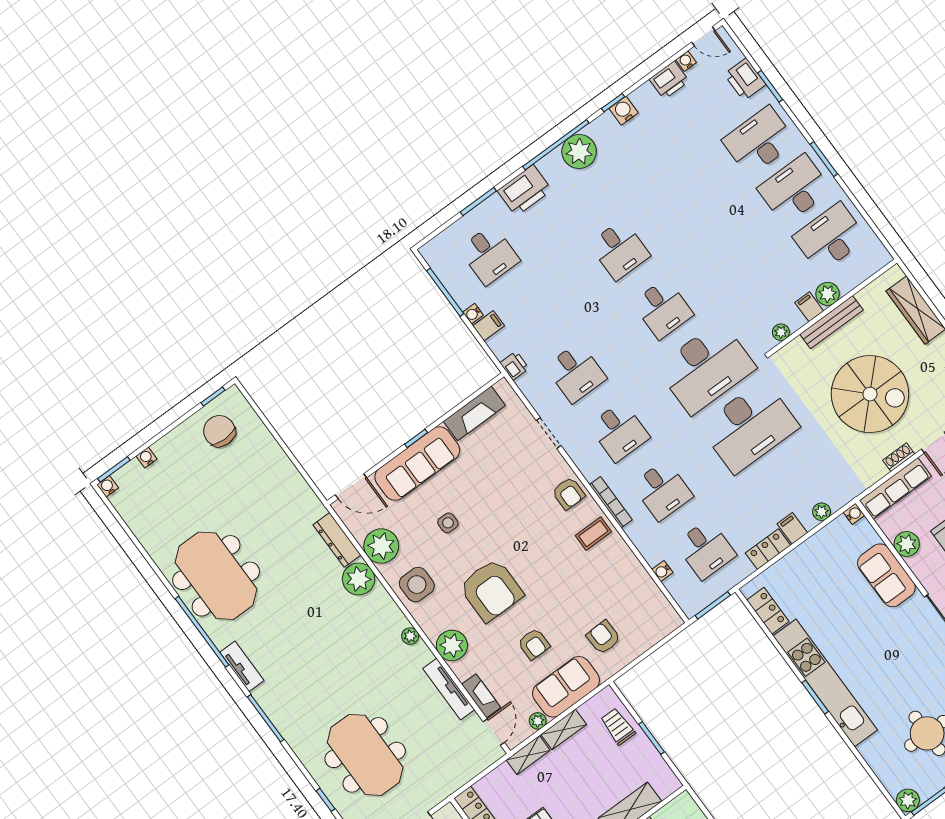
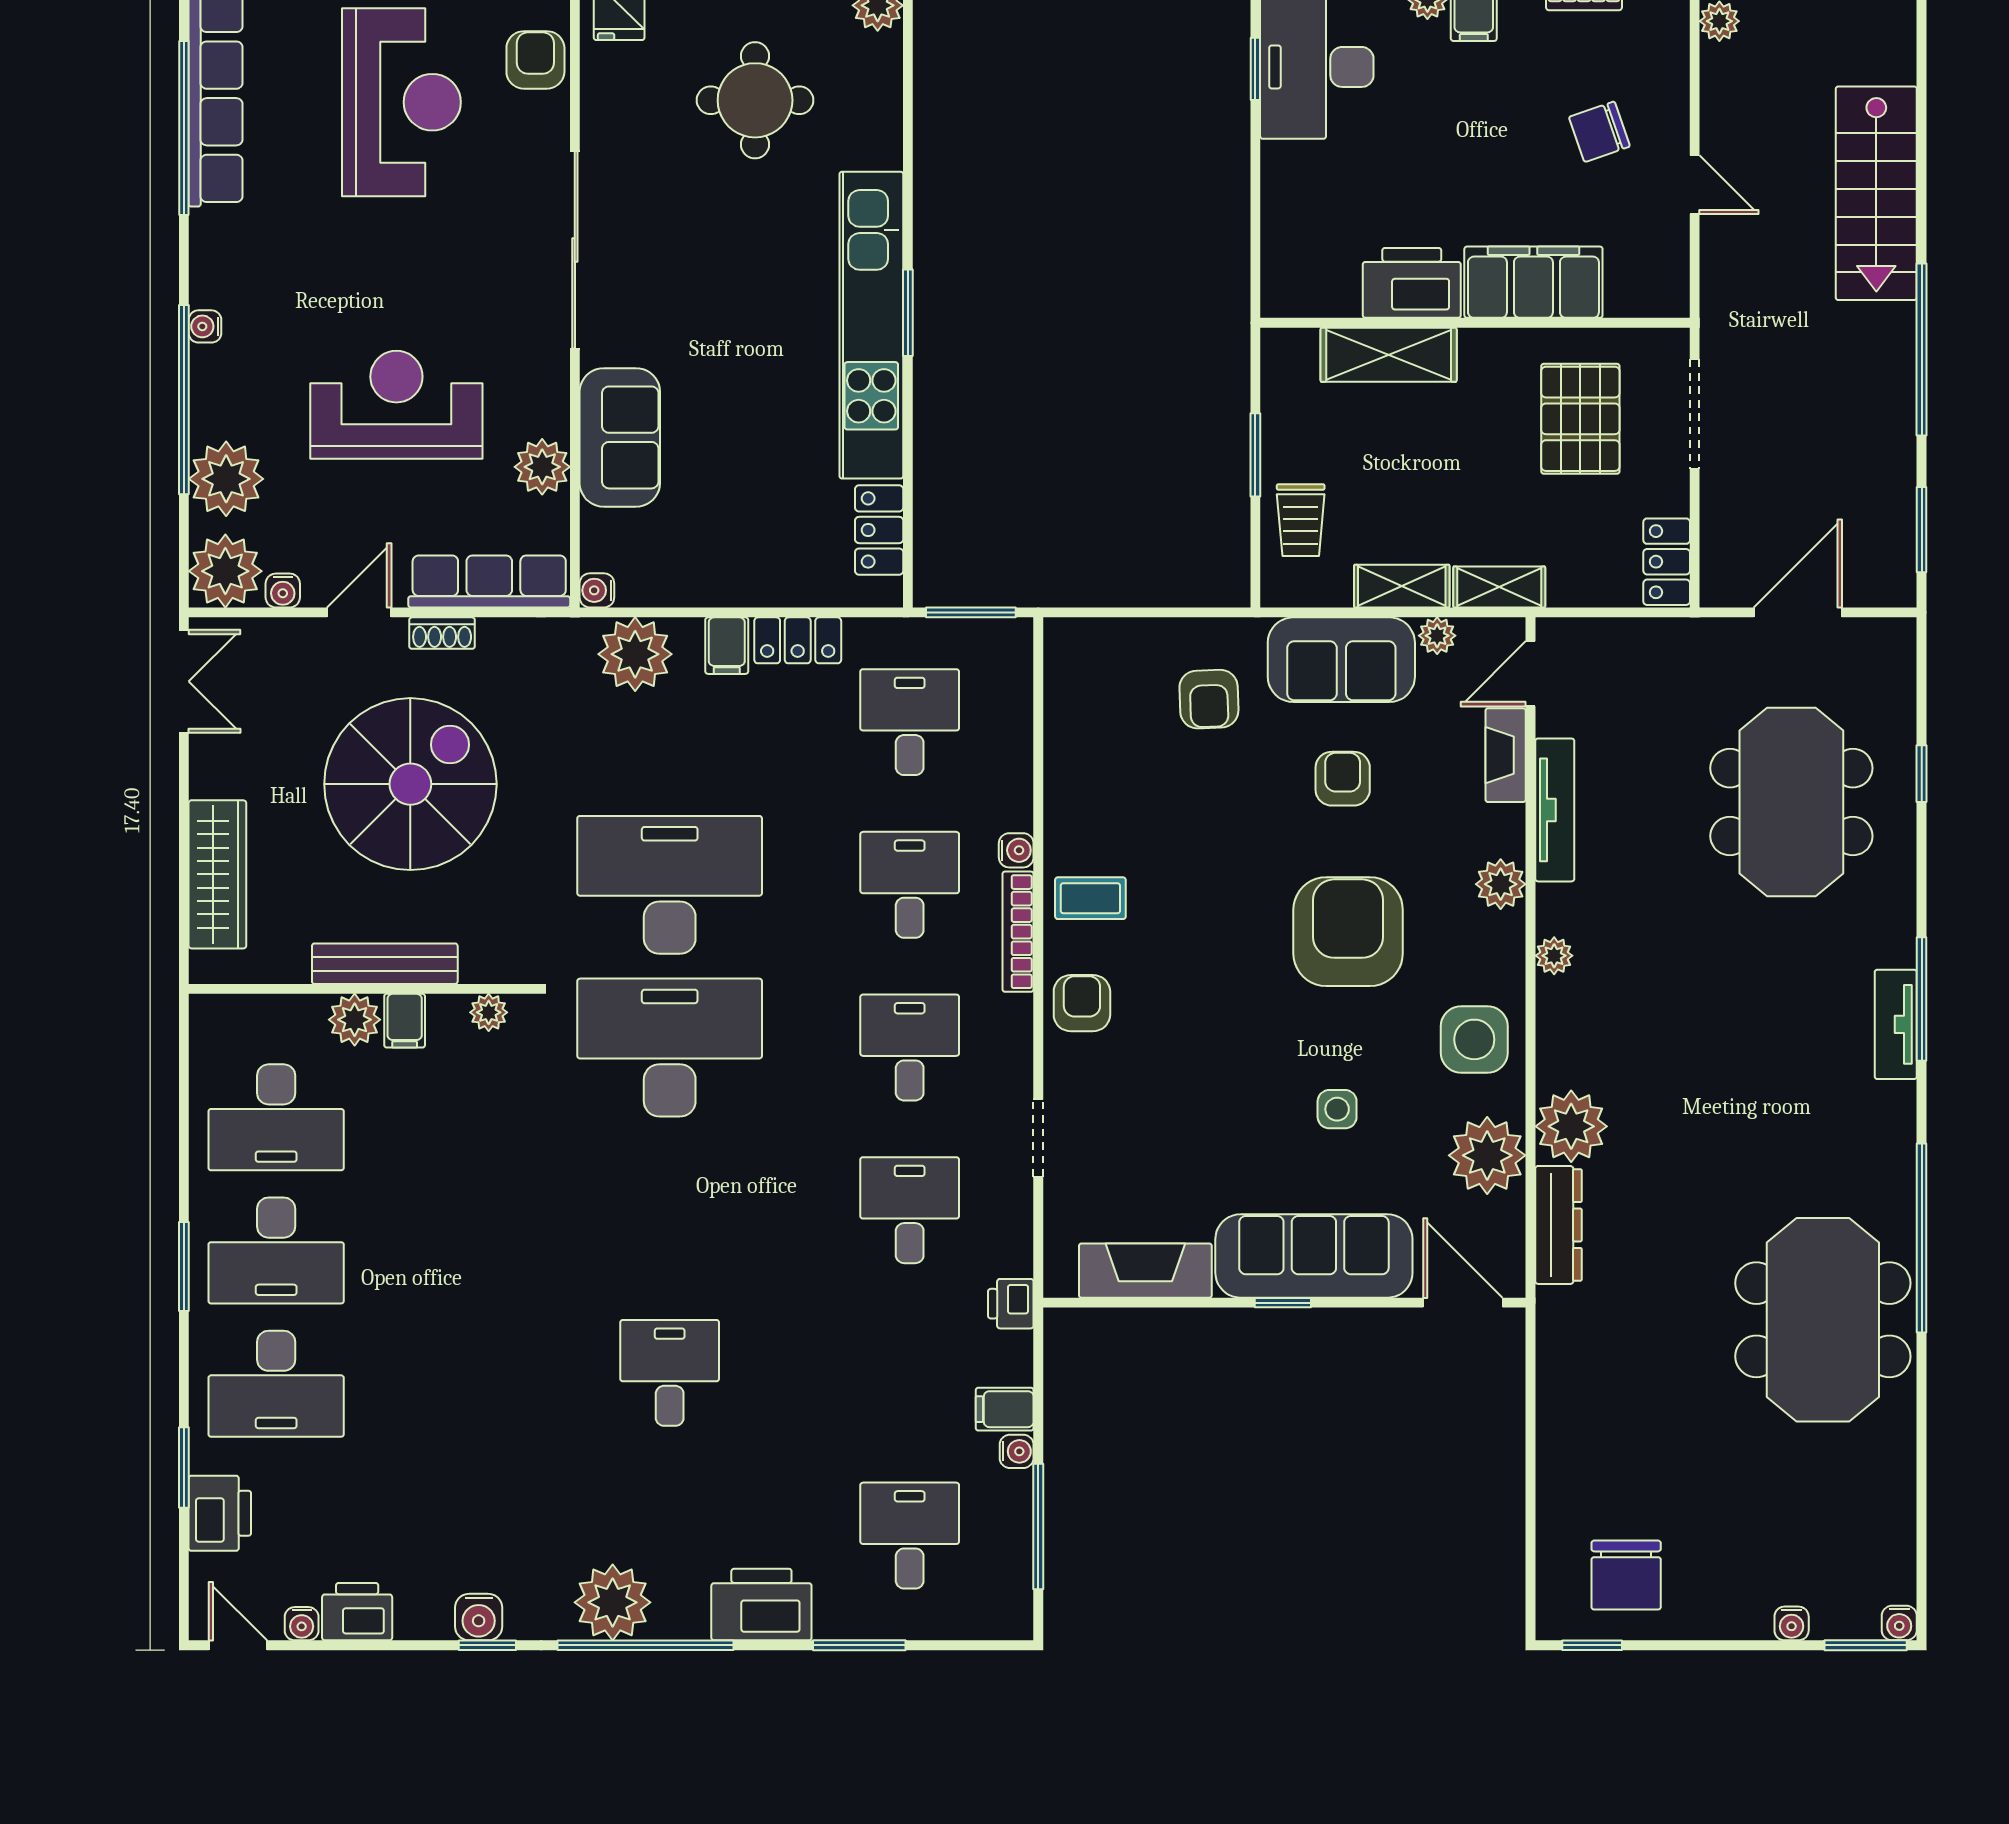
desk: (663, 309) -> (670, 1210), removed
spiral stairs: (870, 394) -> (410, 784), turned 90
plant: (822, 512) -> (635, 654), width x1.88, depth x1.88
water cooler: (662, 571) -> (1016, 850), moved
plant: (452, 645) -> (1501, 884), width x0.73, depth x0.73
tv unit: (242, 666) -> (1896, 1024), moved

